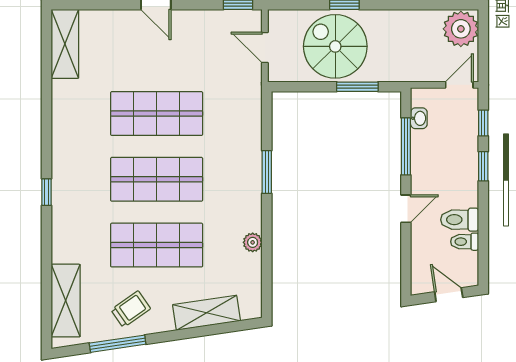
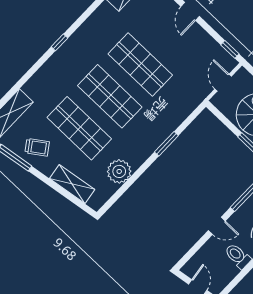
window: (47, 192) -> (59, 42), moved
plant: (253, 242) -> (119, 171), width x1.88, depth x1.88
toilet: (465, 242) -> (230, 269), removed

